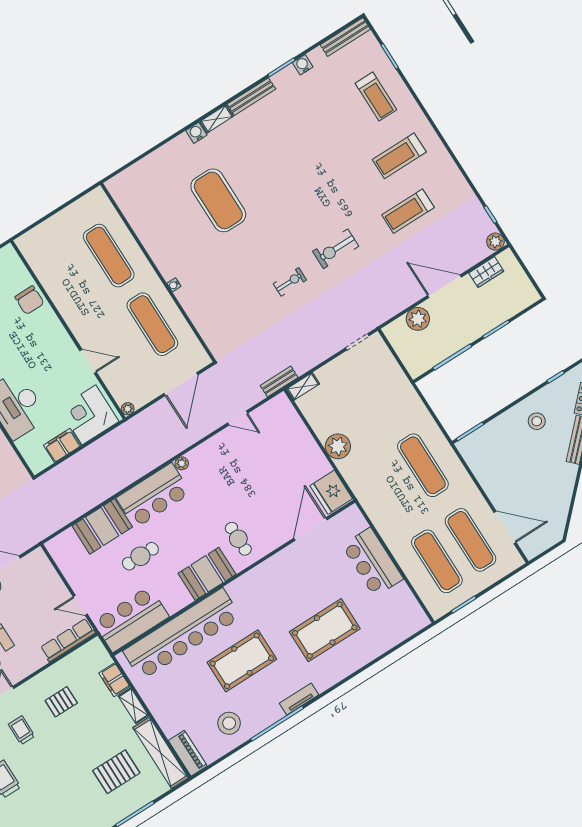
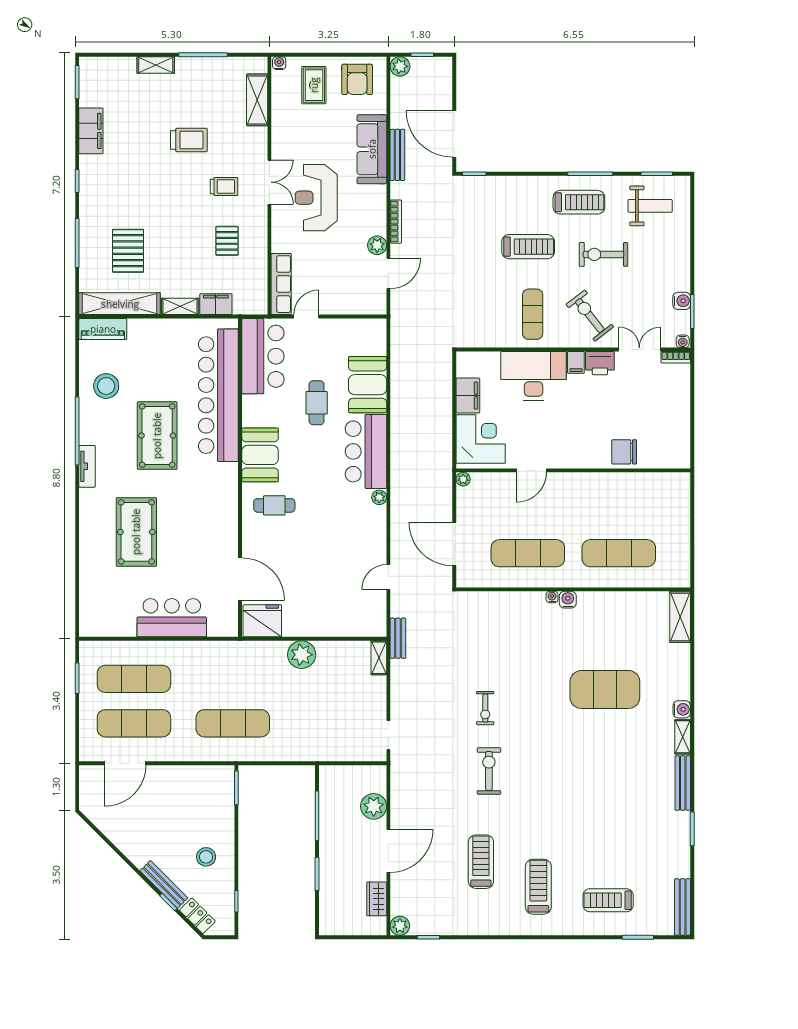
water cooler: (303, 65) -> (568, 600), moved, turned -90
shelving: (127, 178) -> (680, 617), added

